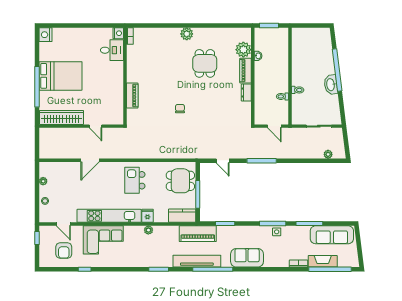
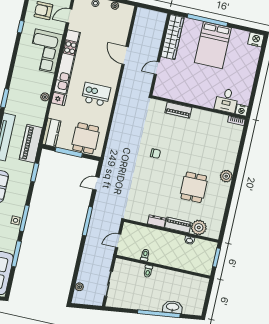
dining table: (205, 63) -> (194, 187), turned 90
washbasin: (331, 85) -> (173, 307), moved

